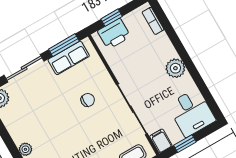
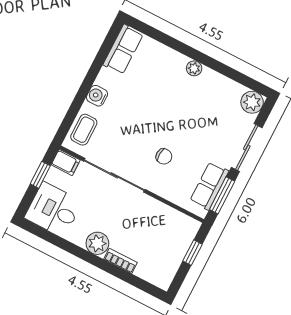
bookcase: (153, 21) -> (120, 261), moved
printer: (114, 34) -> (180, 238), removed
chair: (88, 100) -> (164, 156), turned -87

